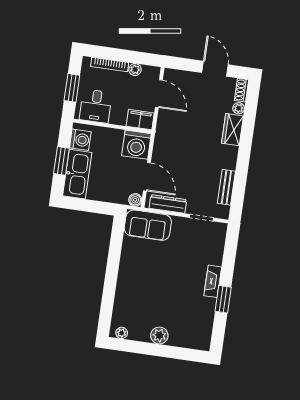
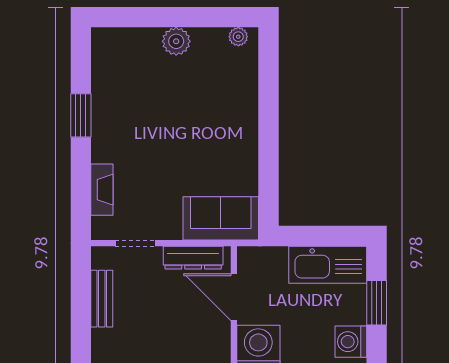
kitchen sink: (77, 174) -> (328, 265), moved, turned -90
boiler: (135, 200) -> (247, 257), removed
fireplace: (213, 281) -> (102, 190), moved

